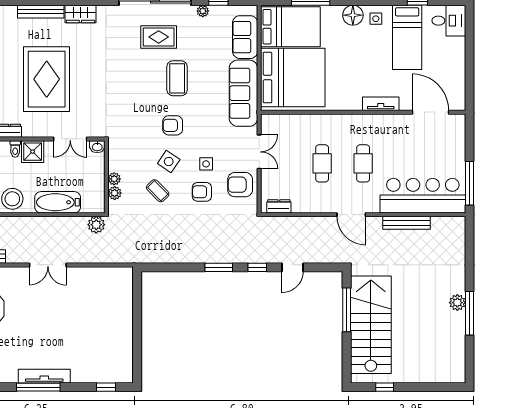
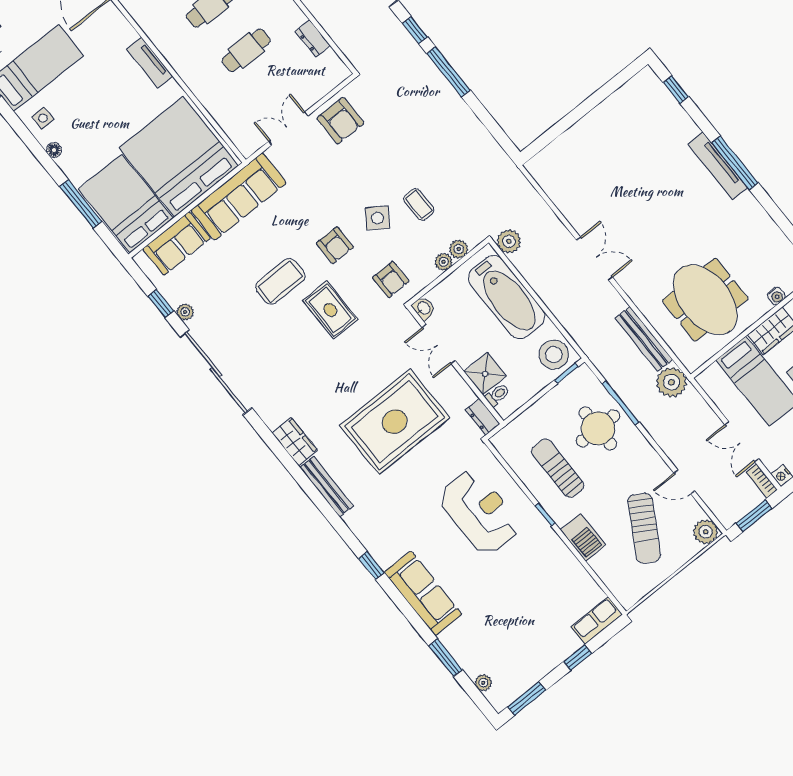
floor lamp: (353, 15) -> (54, 150), width x0.53, depth x0.53
rug: (159, 37) -> (330, 310), moved
tv unit: (381, 104) -> (150, 63), moved
double door: (70, 139) -> (439, 344), swing flipped
side table: (206, 164) -> (348, 175), removed
coffee table: (158, 191) -> (419, 204), turned -45
armchair: (202, 192) -> (391, 280), moved
bathtub: (58, 202) -> (507, 297), width x1.36, depth x1.36
dresser: (279, 206) -> (313, 38), moved
window: (219, 267) -> (448, 72), width x1.44

